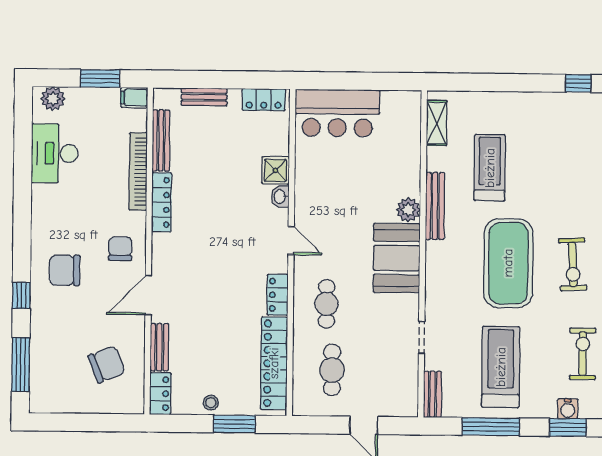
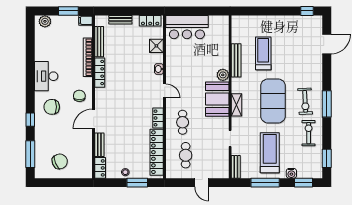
shelving: (437, 123) -> (236, 105), moved
desk: (55, 153) -> (46, 76), moved
shower: (275, 170) -> (156, 46), moved
bench: (435, 206) -> (236, 60), moved
exercise bike: (583, 354) -> (309, 133), moved
chair: (107, 364) -> (60, 161), moved
water cooler: (568, 409) -> (291, 173), moved

